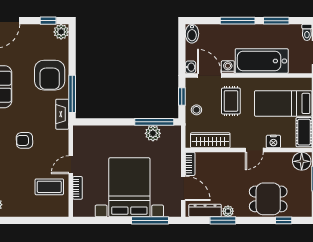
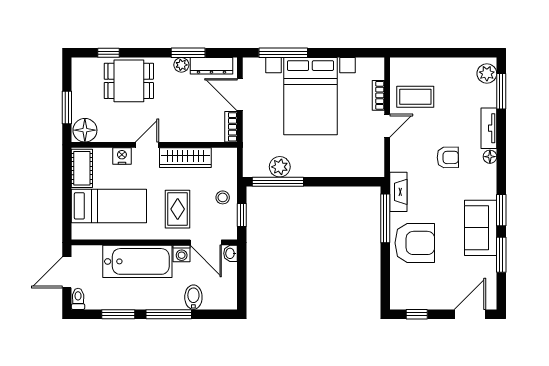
plant: (61, 32) -> (400, 300), removed
bidet: (192, 34) -> (193, 297), moved
armchair: (50, 75) -> (415, 243), turned 90
wardrobe: (210, 140) -> (185, 158), moved

